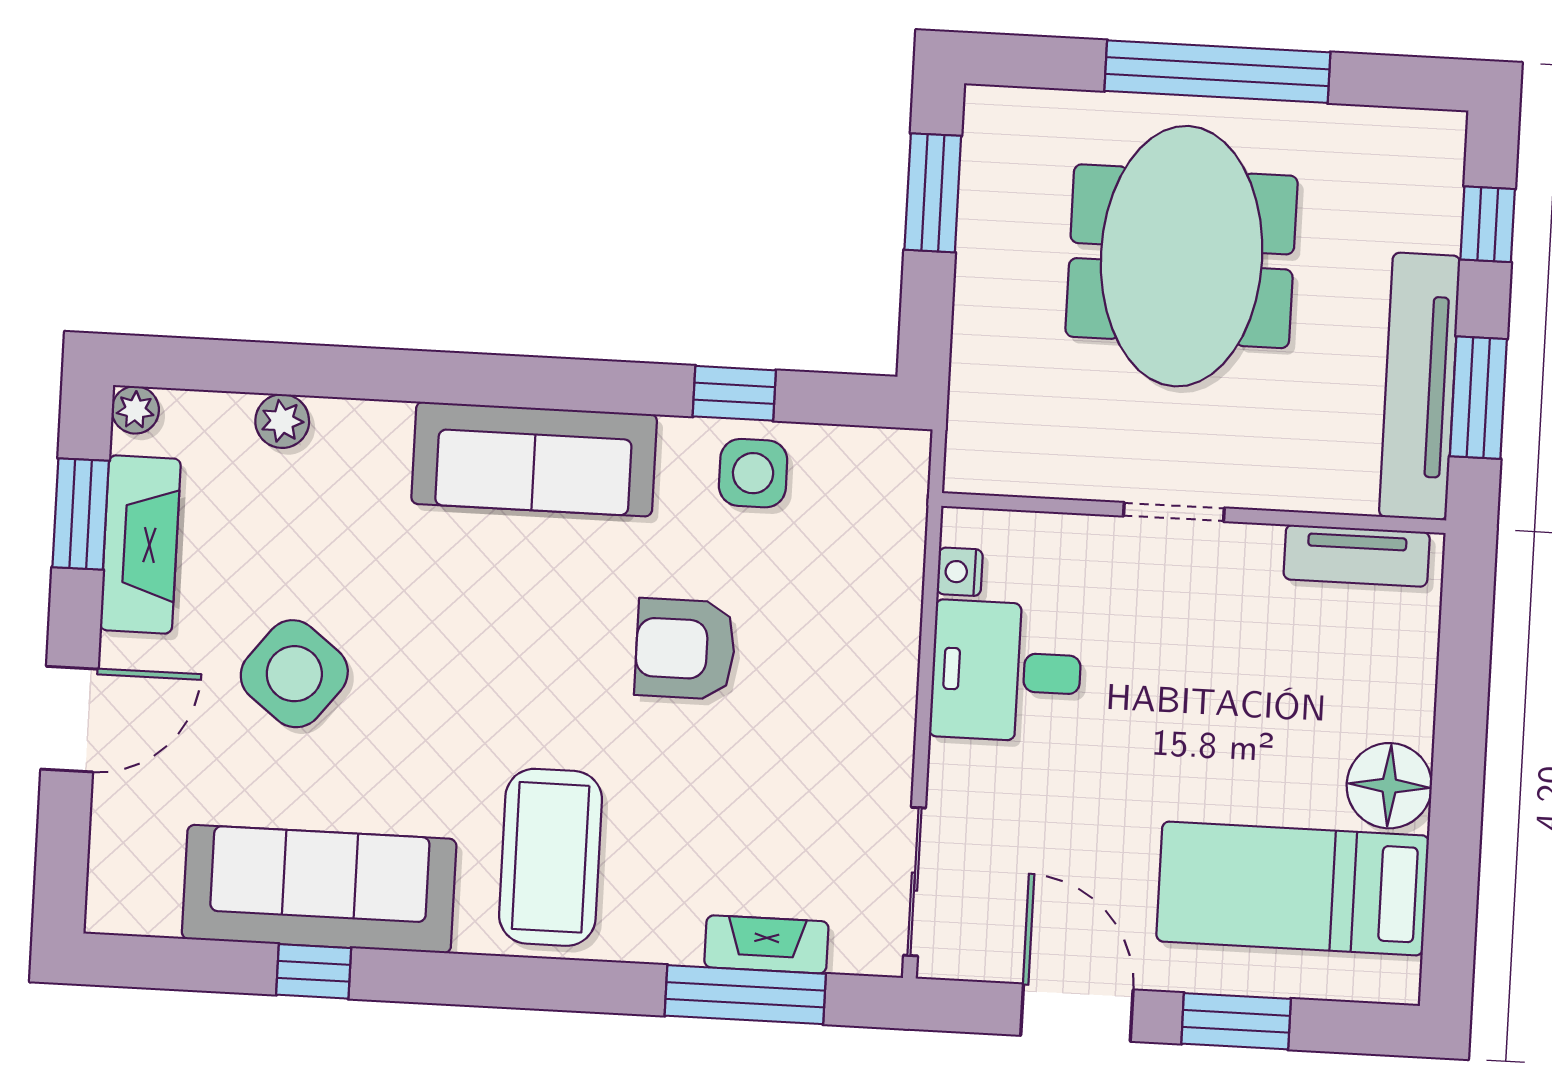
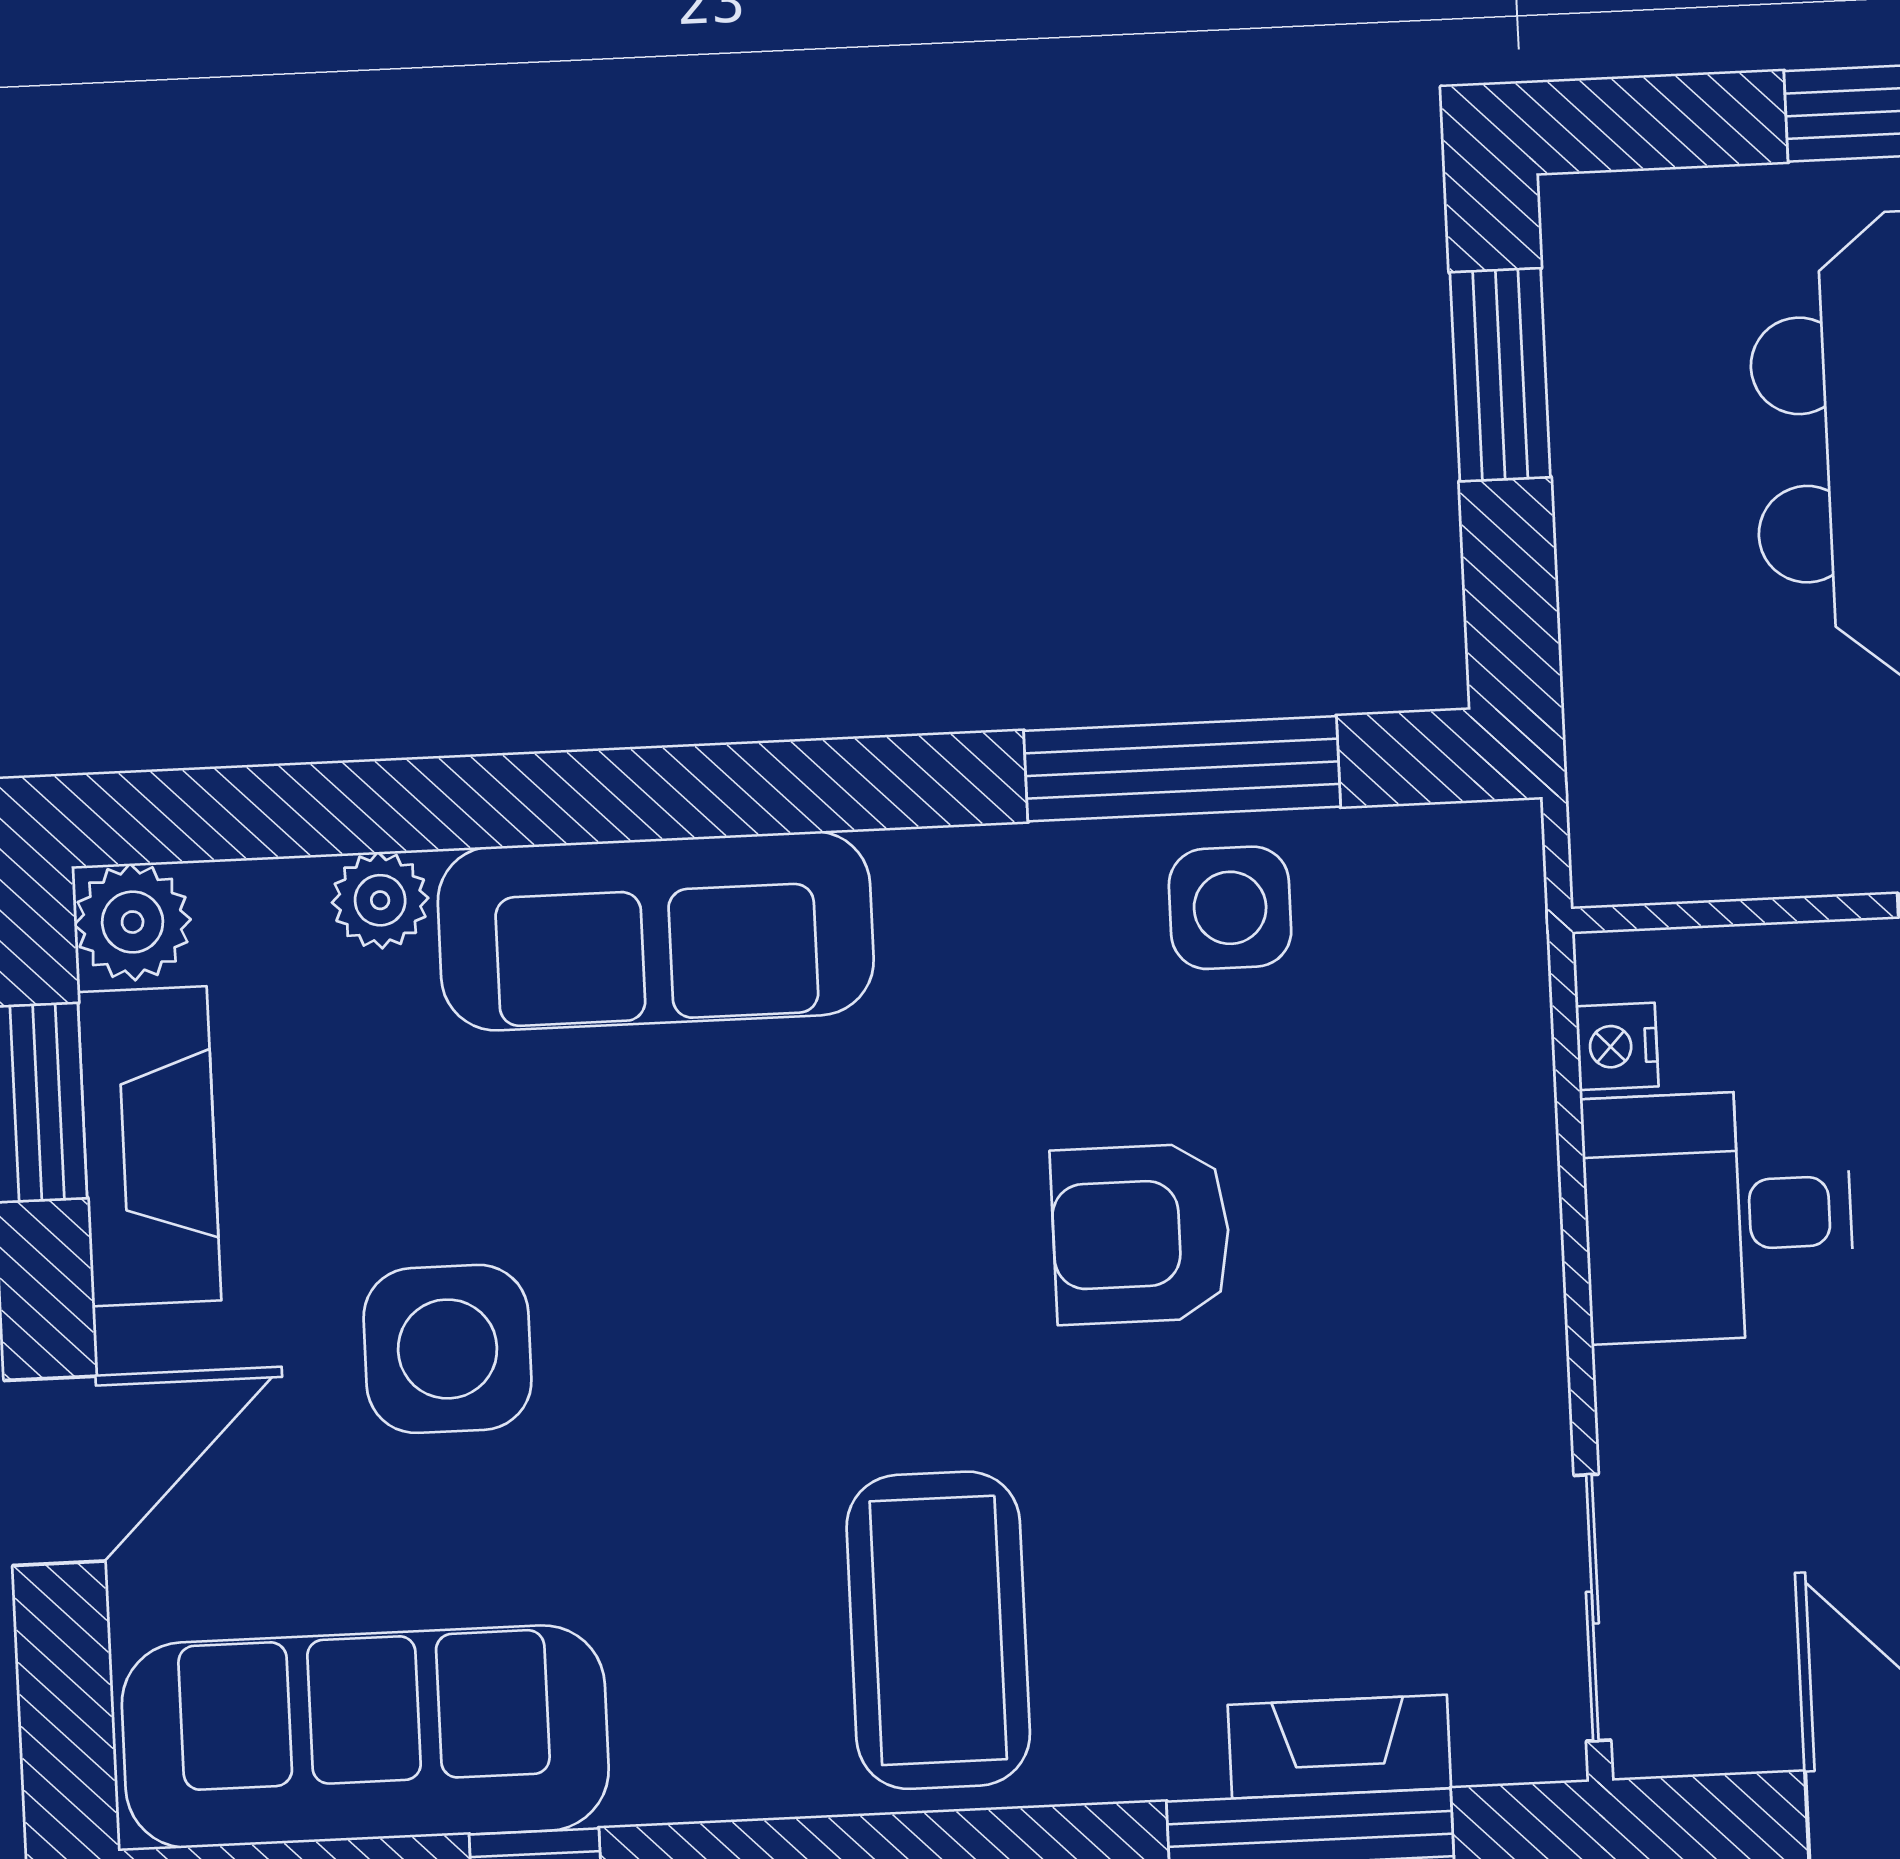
window: (734, 393) -> (1182, 769), width x2.17
plant: (135, 410) -> (133, 922), width x1.38, depth x1.38
sofa: (534, 459) -> (656, 931), moved
side table: (294, 674) -> (448, 1349), turned -38
sofa: (319, 889) -> (365, 1737), moved

